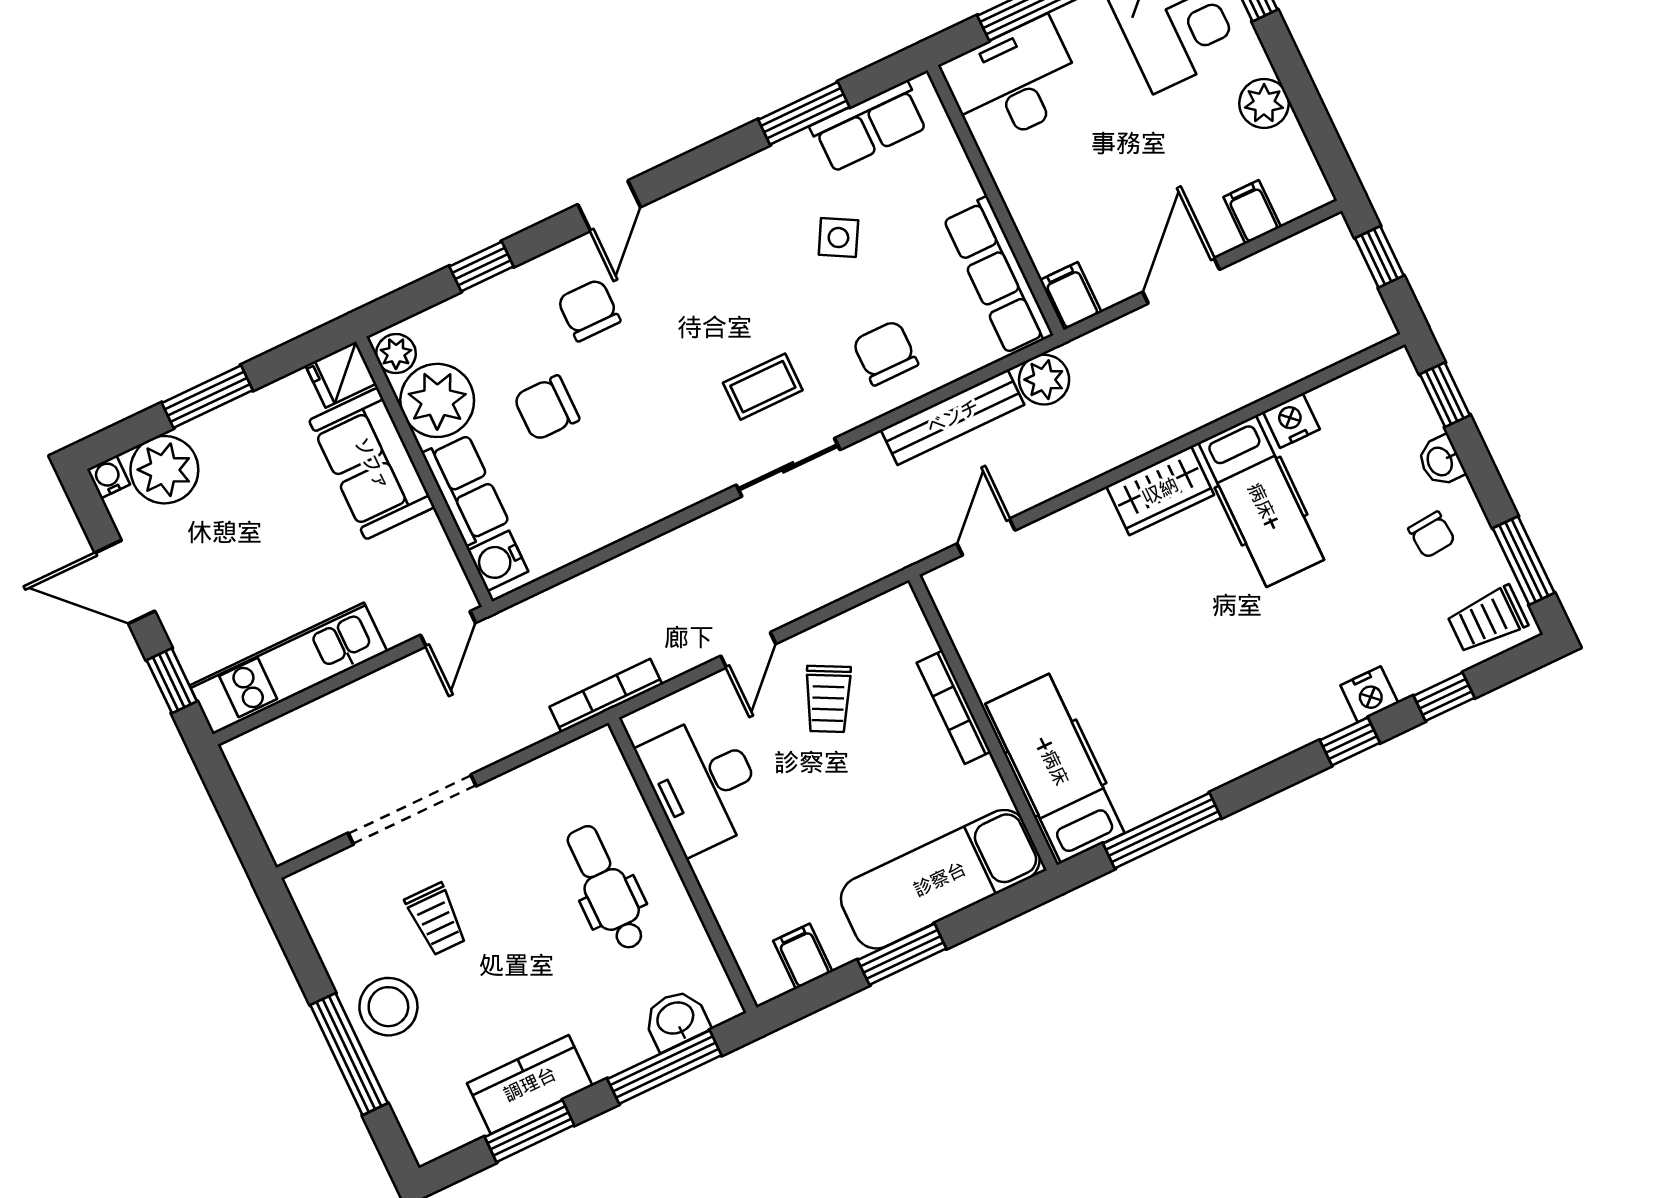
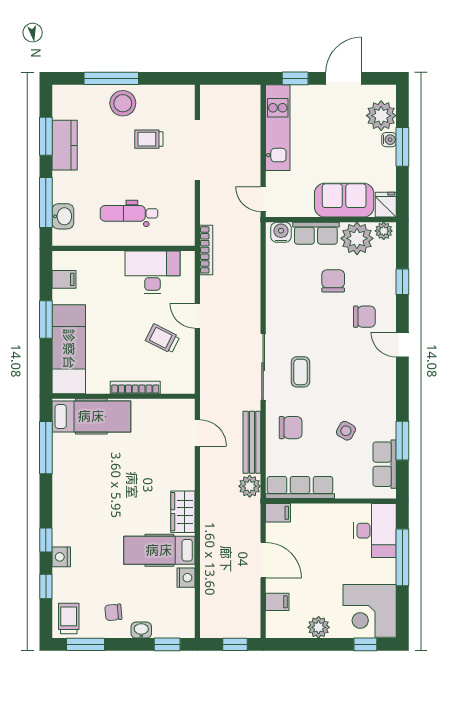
sliding door: (788, 467) -> (263, 367), width x1.37
water cooler: (108, 477) -> (389, 140), moved
dental chair: (606, 888) -> (129, 213), turned 180

